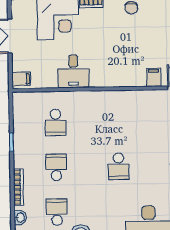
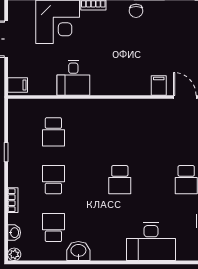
bookcase: (18, 187) -> (13, 200), width x0.64

